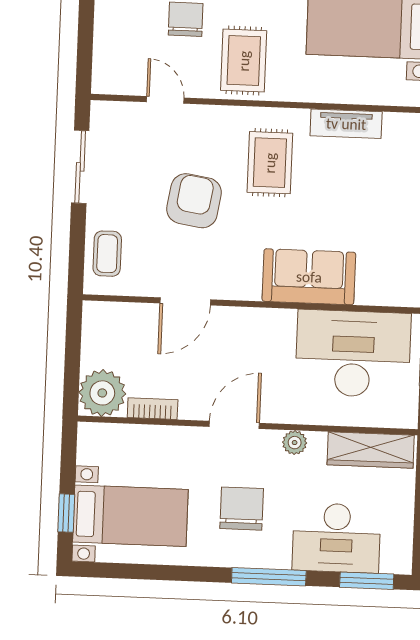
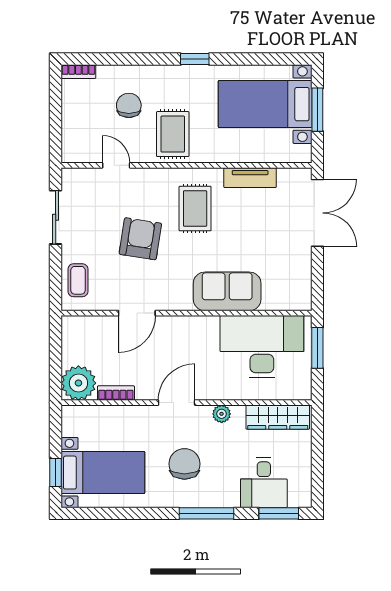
desk: (336, 538) -> (264, 483), width x0.73

